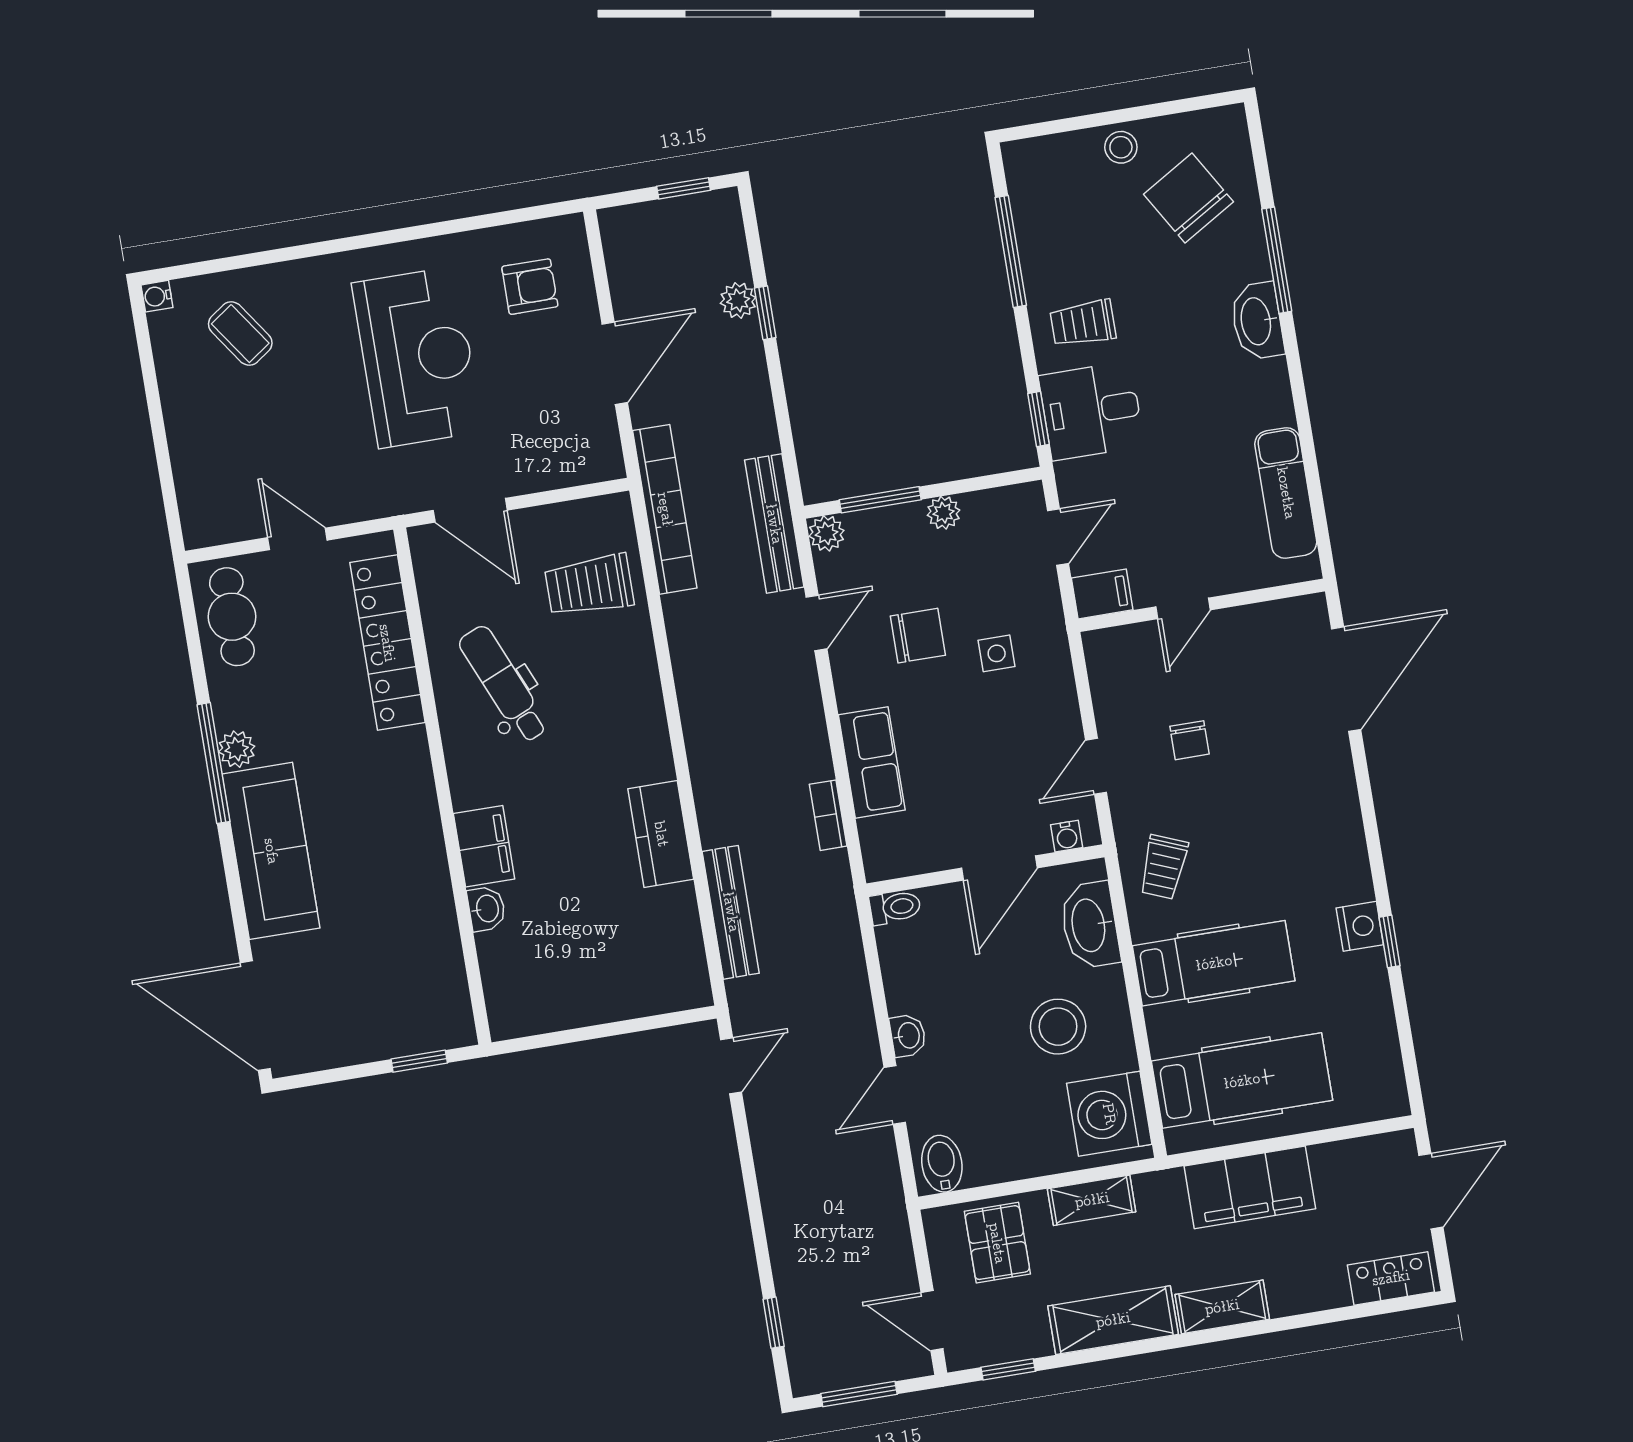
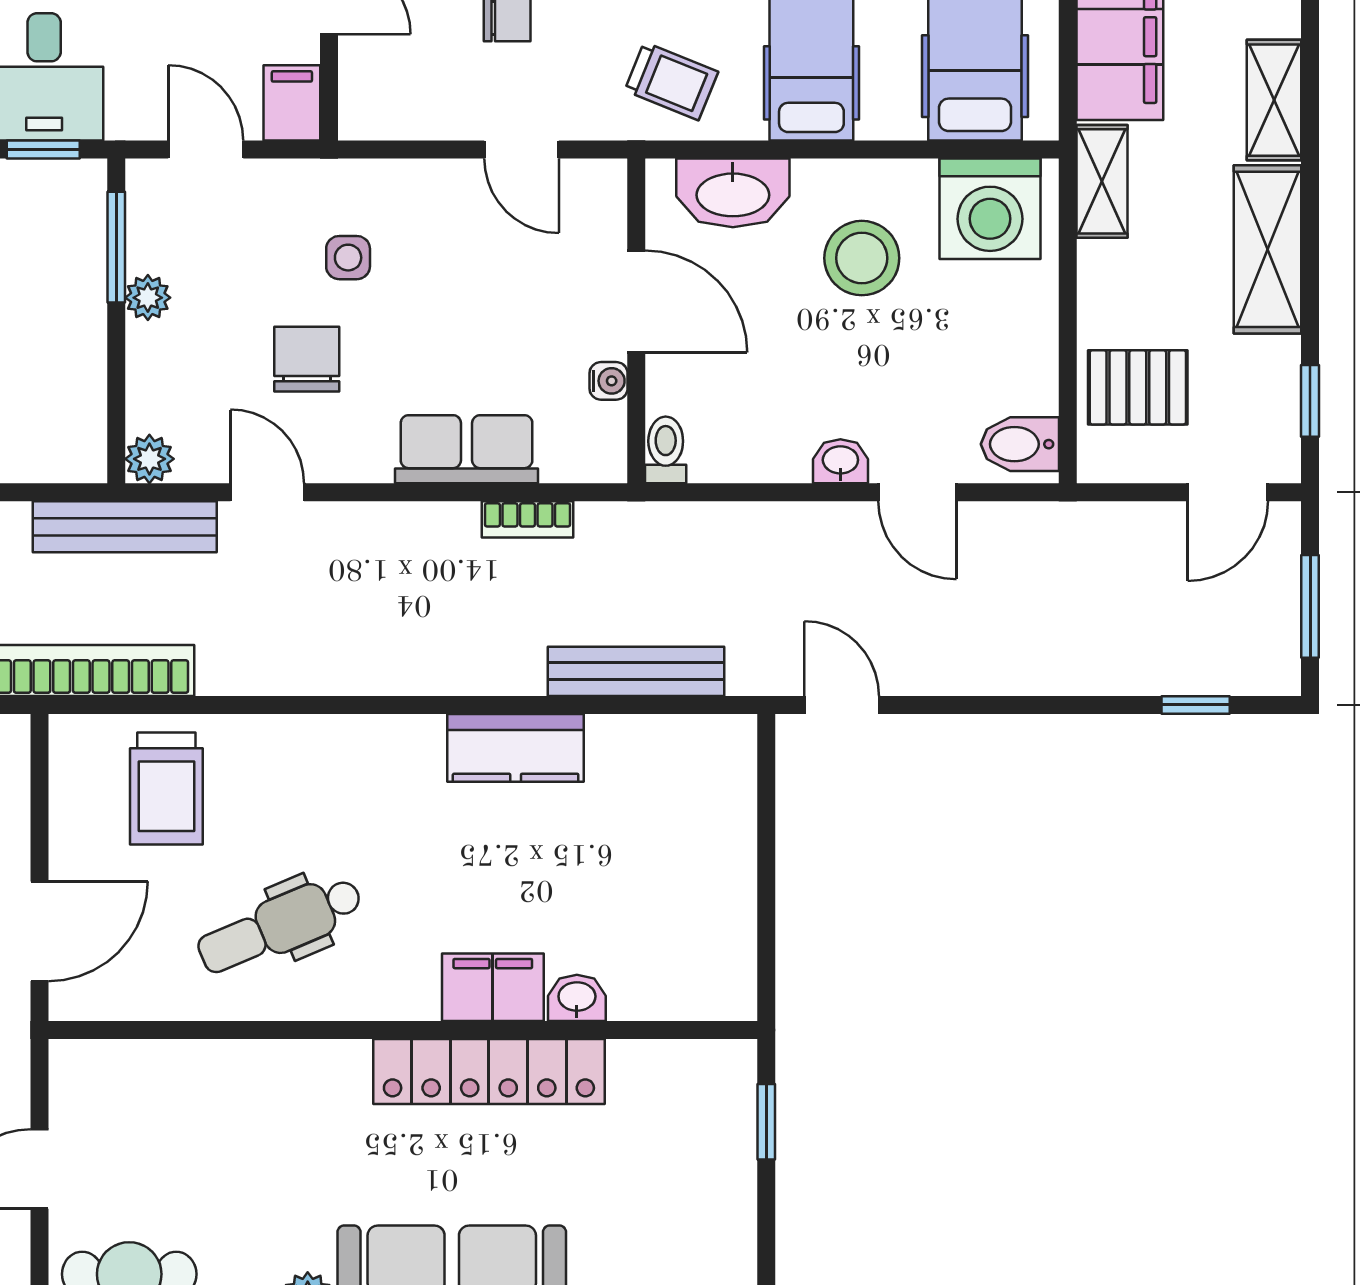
window: (880, 500) -> (116, 247), moved
locker: (387, 643) -> (489, 1072), moved
water cooler: (1067, 836) -> (609, 381), moved
shelving: (1092, 1200) -> (1102, 181), moved

